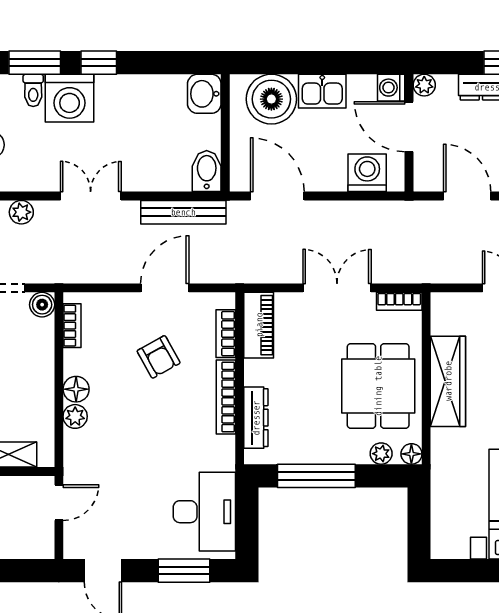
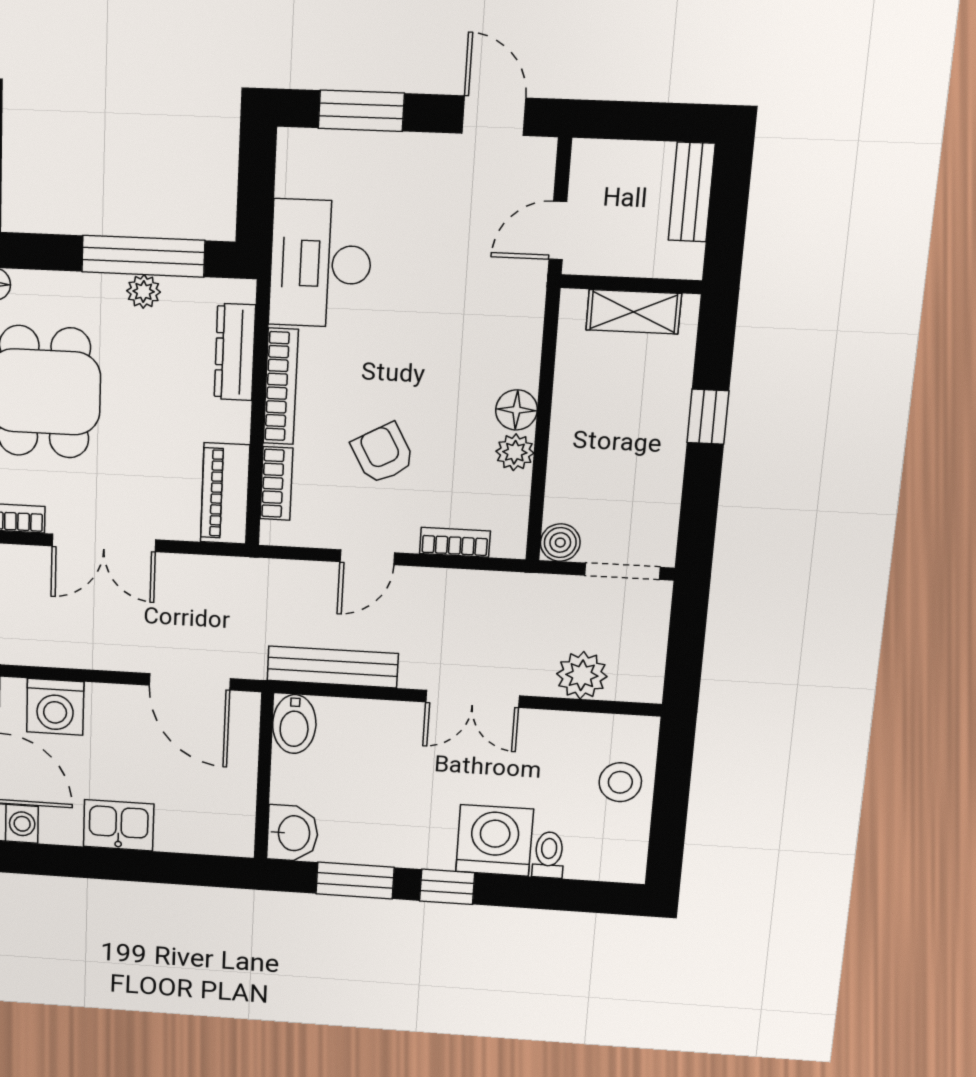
window: (35, 63) -> (355, 881), moved
boiler: (271, 99) -> (194, 819), removed
plant: (21, 212) -> (582, 675), width x1.38, depth x1.38
door: (165, 288) -> (367, 557), width x0.73
bookcase: (72, 326) -> (455, 542), moved, turned 90
plant: (75, 416) -> (515, 452), moved
plant: (381, 454) -> (144, 291), moved
desk: (204, 512) -> (321, 264), moved

